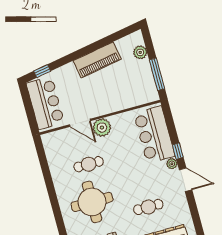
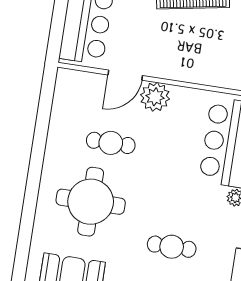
door: (80, 123) -> (125, 75), hinge flipped

